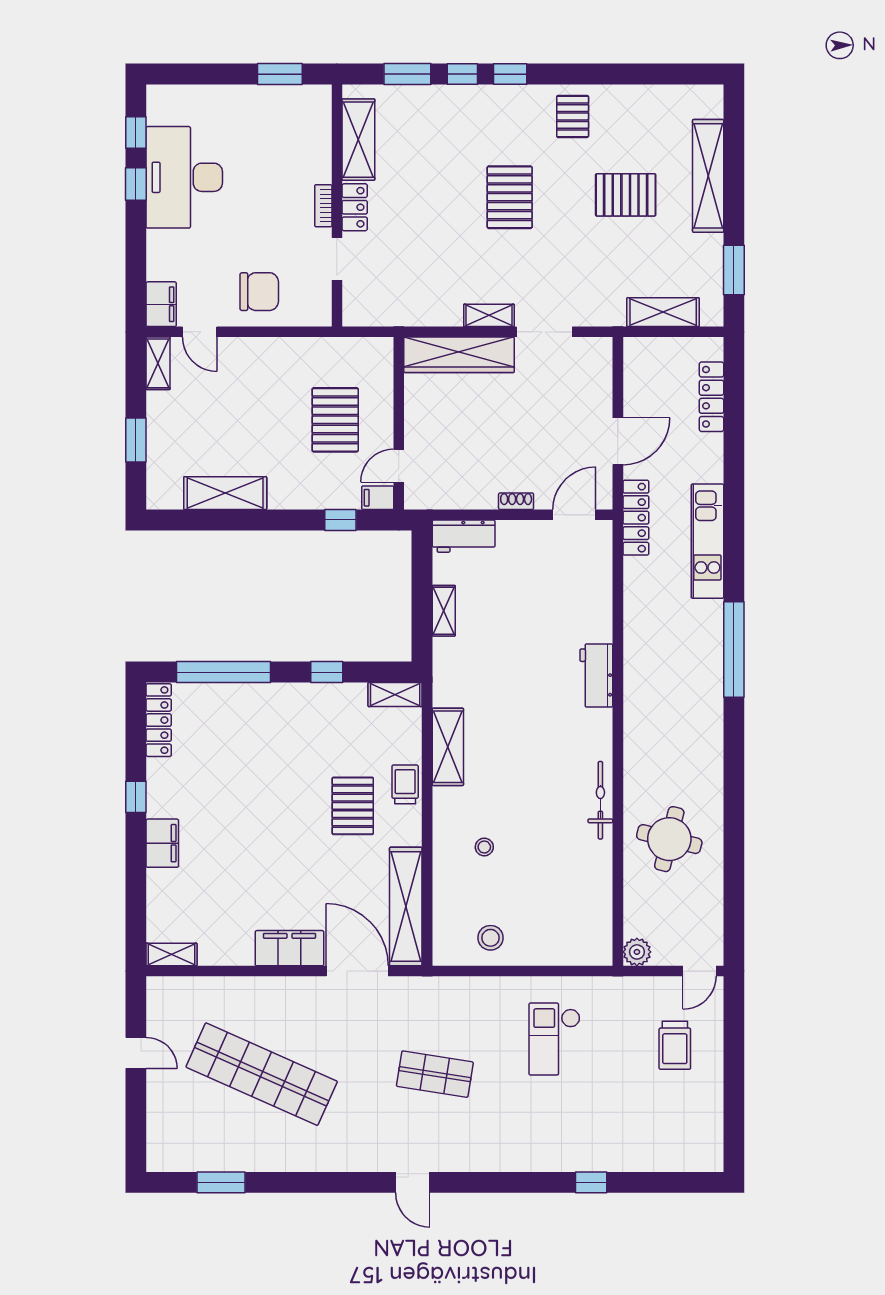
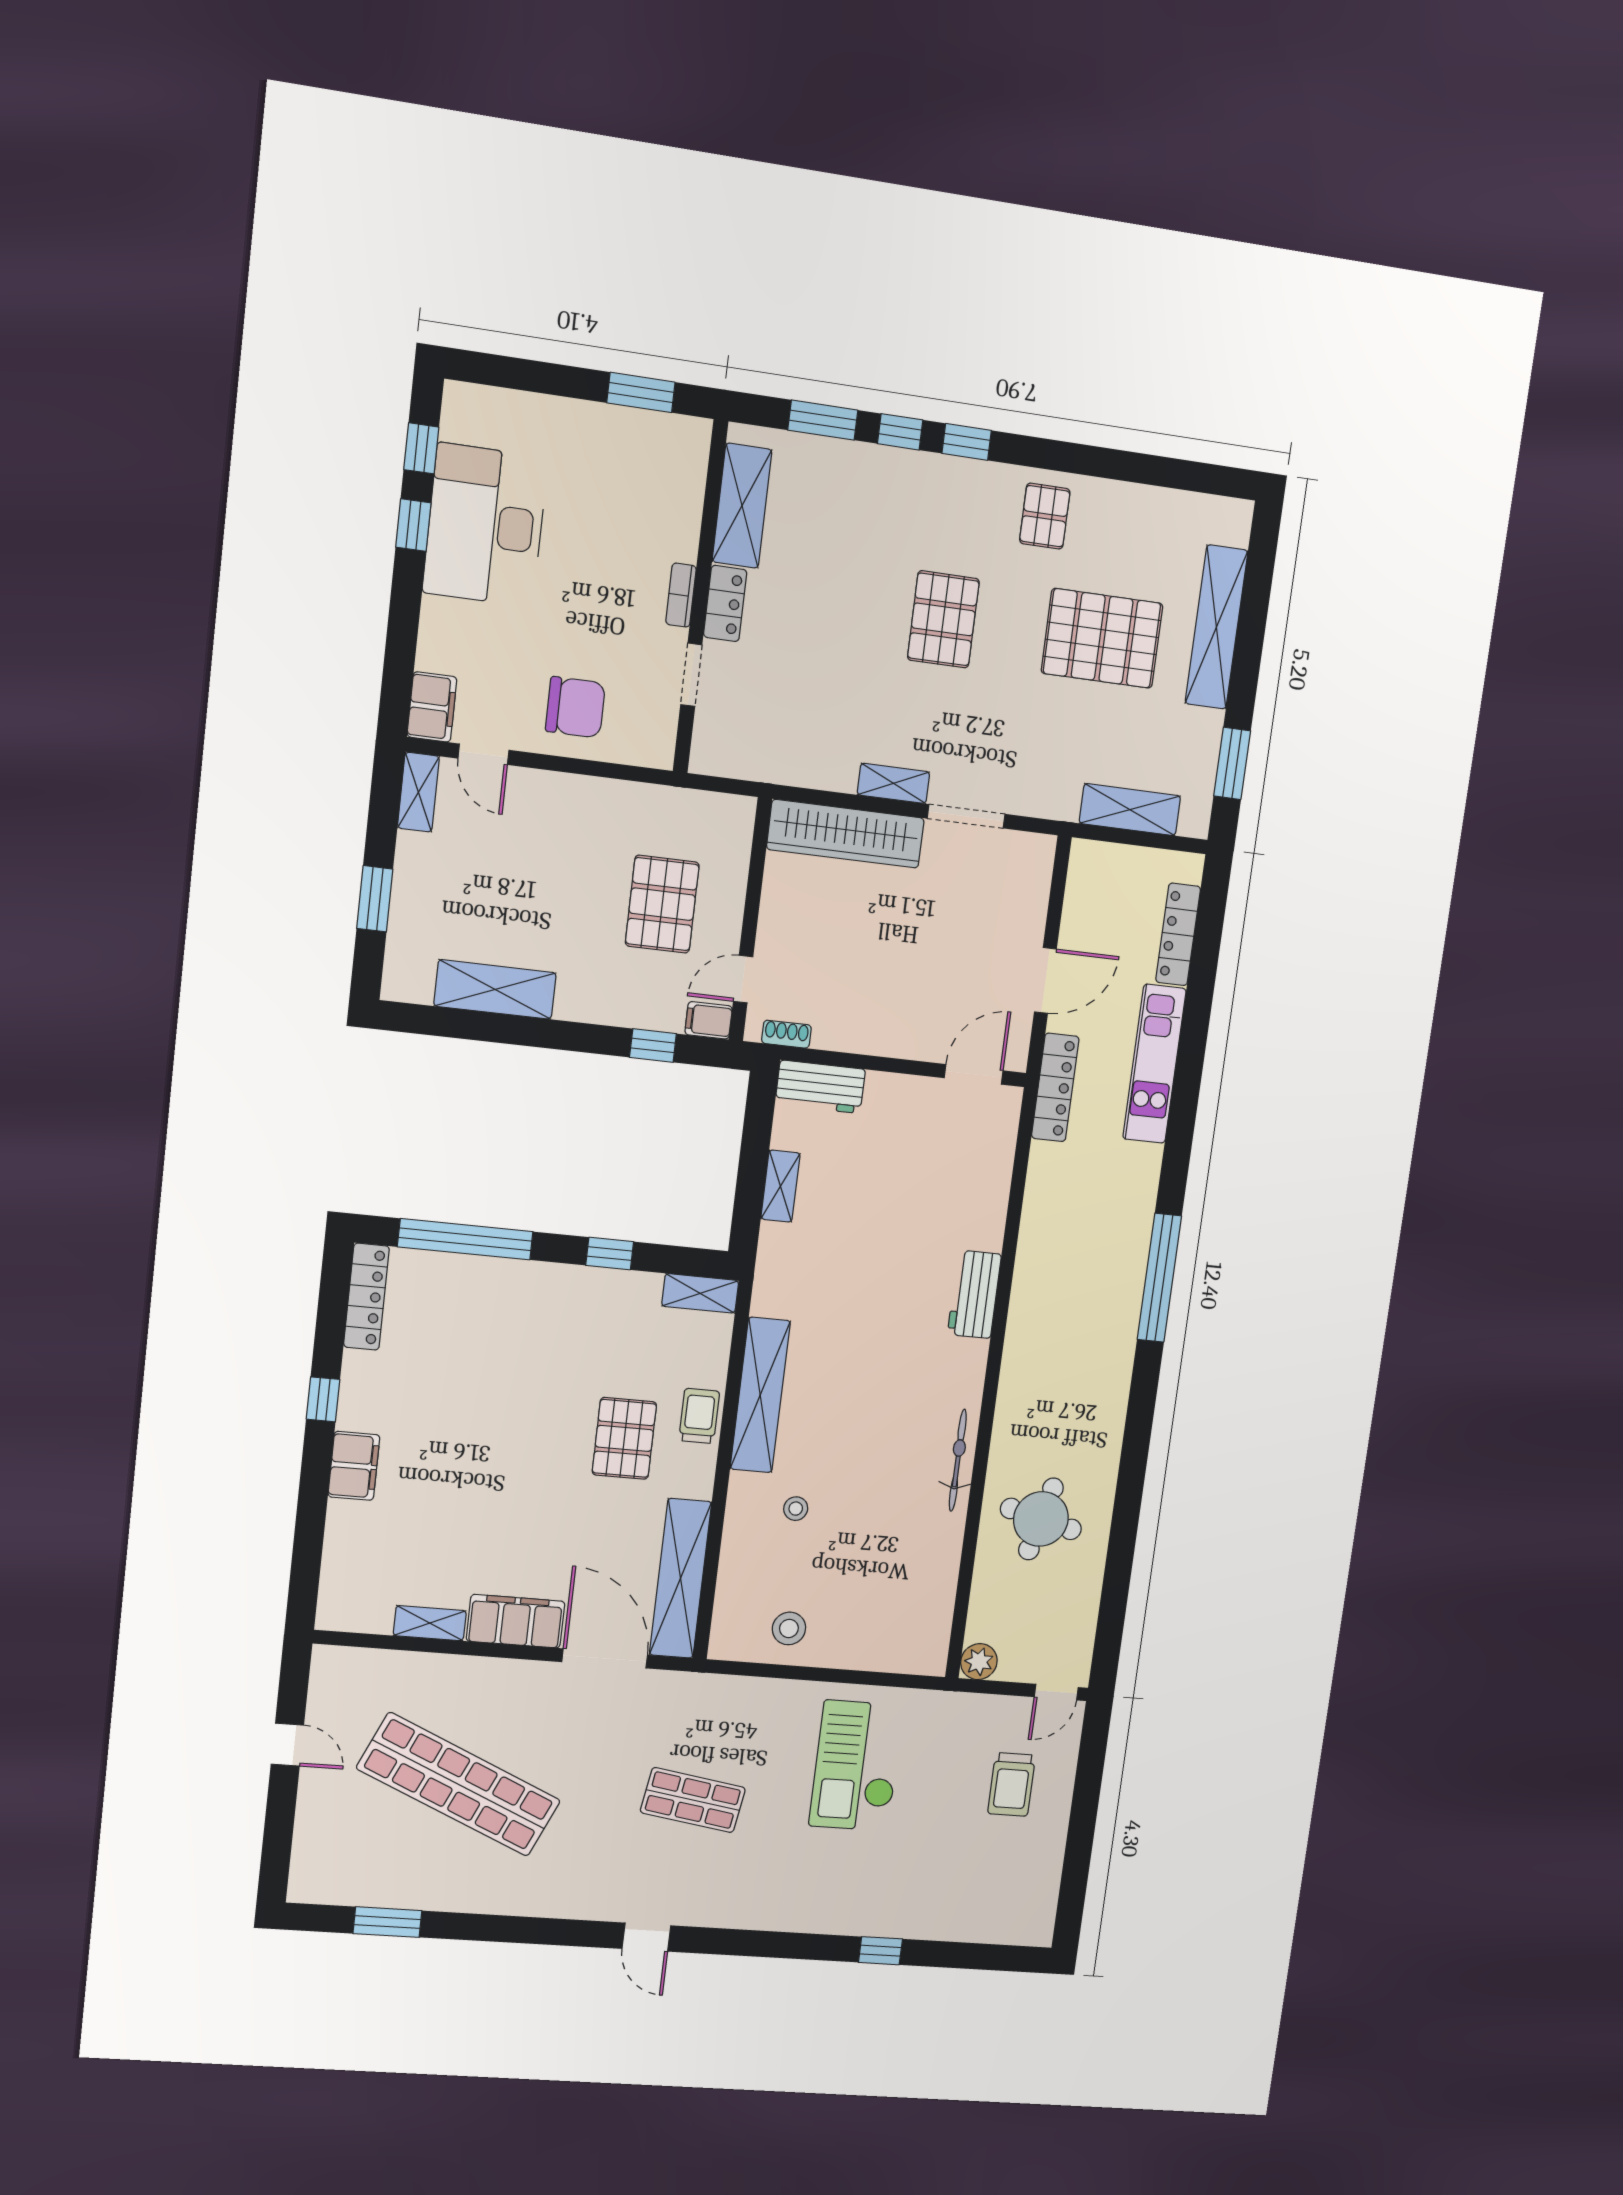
pallet: (626, 195) -> (1102, 638), width x1.37, depth x1.41
shoe rack: (516, 501) -> (786, 1034), moved
kitchen unit: (707, 541) -> (1154, 1064), moved
shelving: (448, 747) -> (760, 1395), width x1.47
shelving: (171, 954) -> (430, 1623), moved
checkout: (554, 1039) -> (856, 1766), width x1.36, depth x1.21

